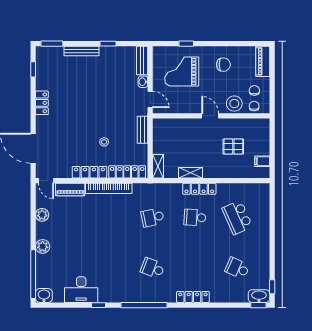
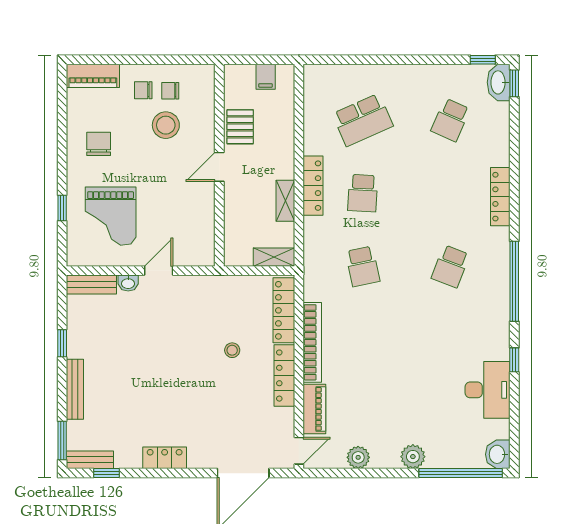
door: (210, 116) -> (219, 167), moved
wall: (211, 116) -> (219, 165), moved
bench: (142, 130) -> (90, 460), moved

